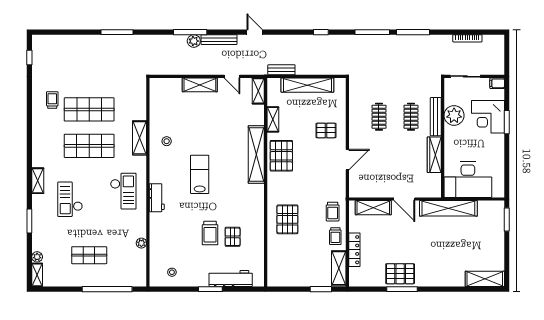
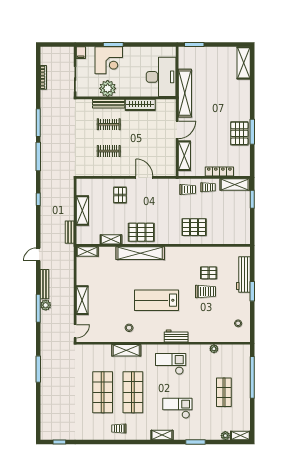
door: (232, 76) -> (75, 331), moved
shelving: (307, 85) -> (82, 210), width x0.68
trolley: (52, 100) -> (119, 429), moved
lab bench: (200, 174) -> (157, 300), width x1.36, depth x1.39
checkout: (70, 199) -> (177, 408), turned 180

